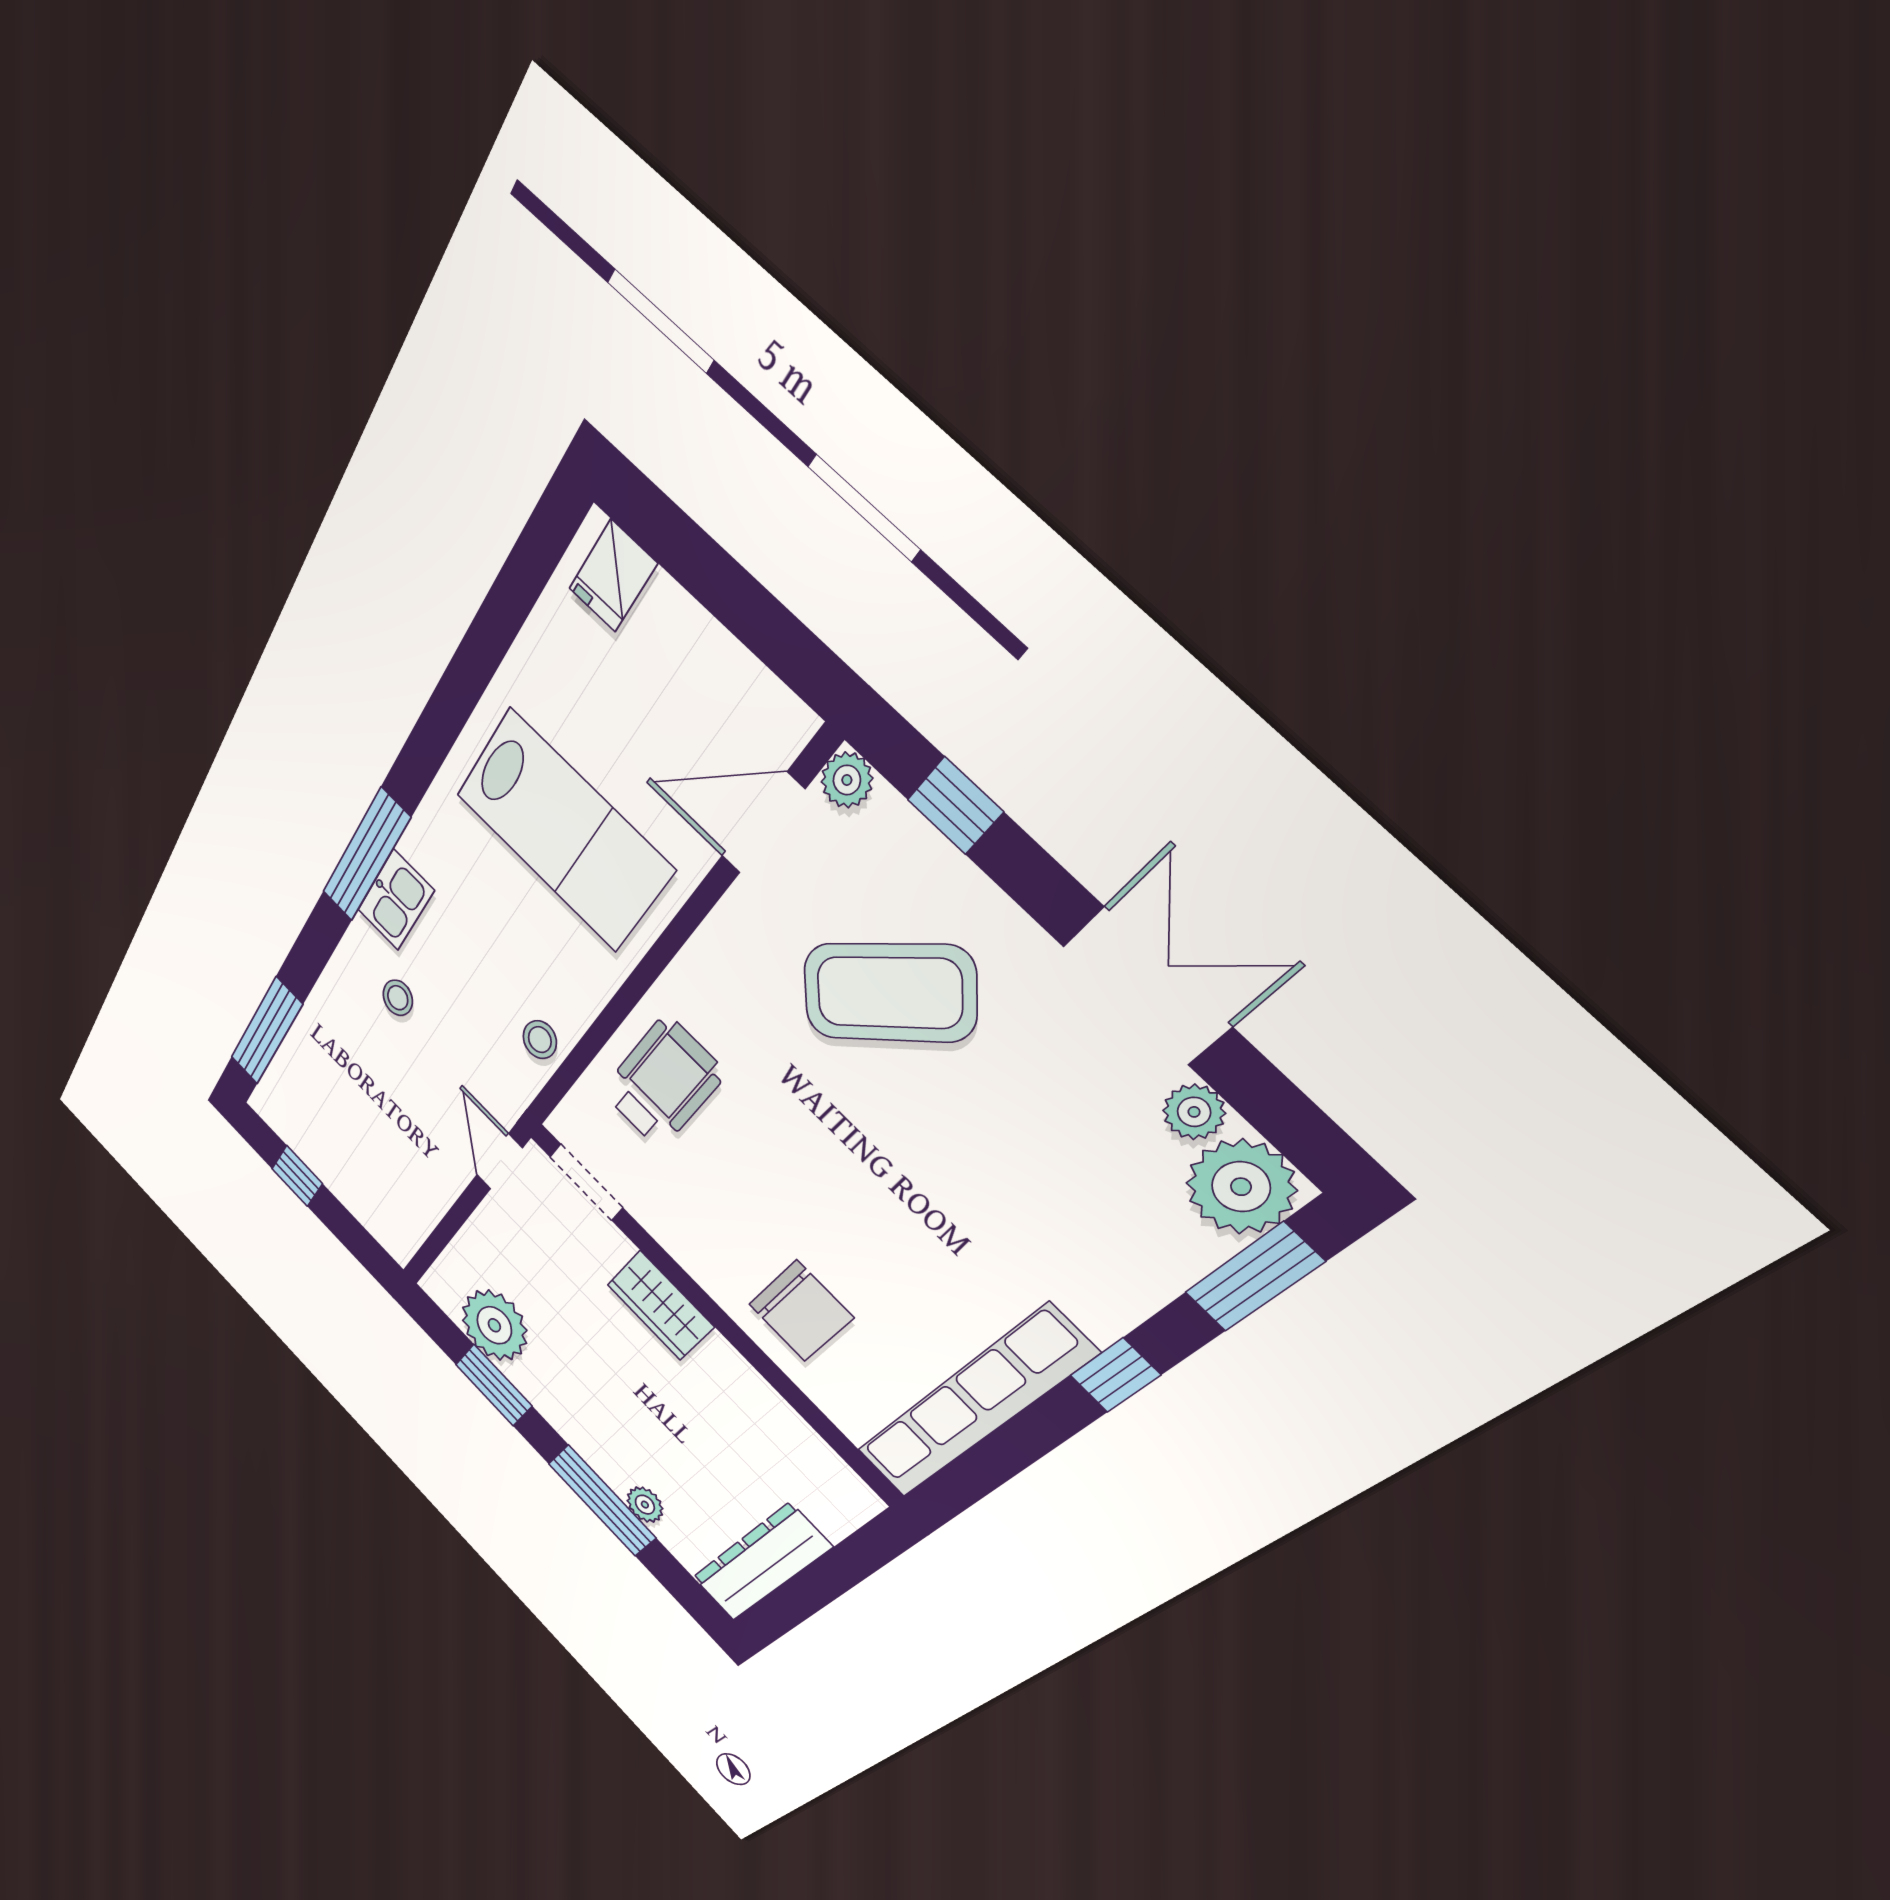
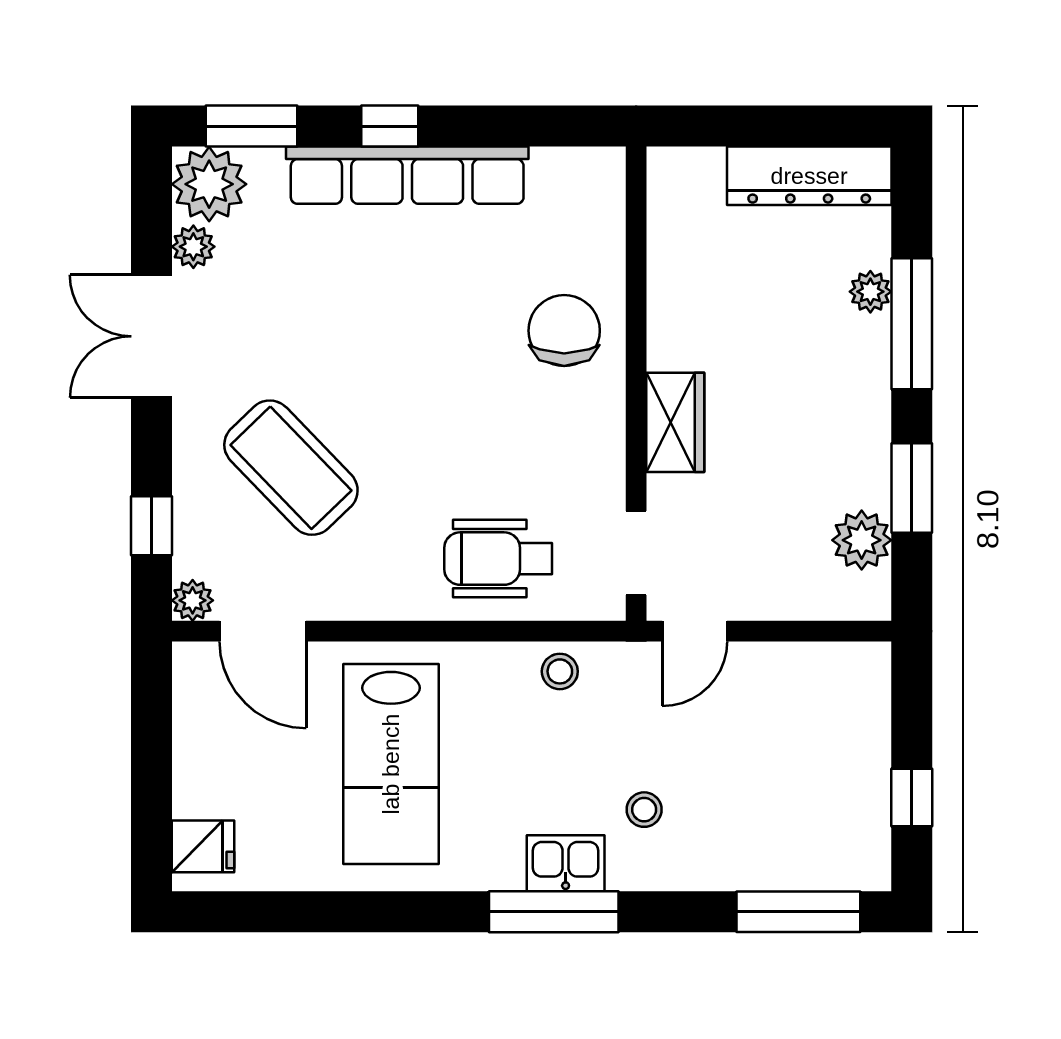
lab bench: (564, 831) -> (391, 764), turned 180
plant: (494, 1325) -> (862, 540), width x0.73, depth x0.73
row of seats: (972, 1404) -> (407, 175), moved

